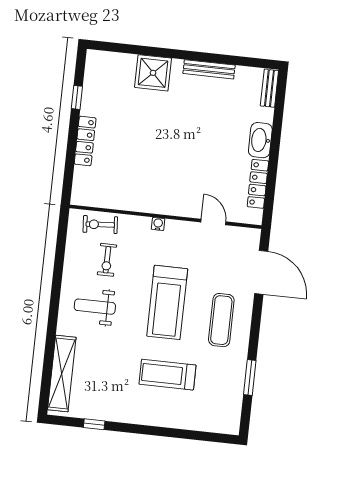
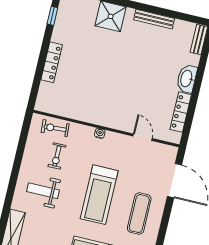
window: (77, 97) -> (52, 16), moved

